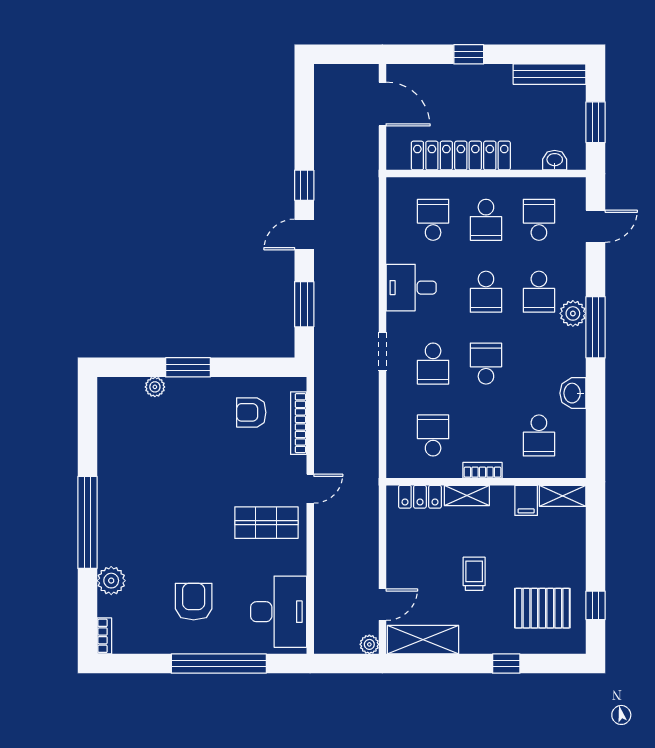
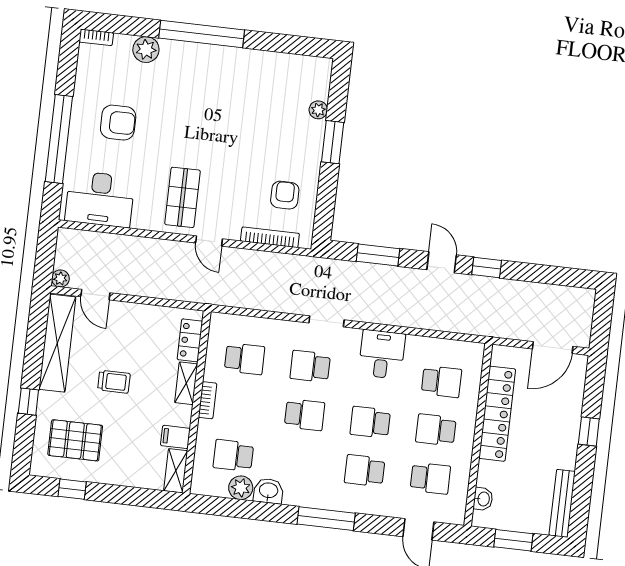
plant: (573, 313) -> (241, 488), moved
pallet: (542, 608) -> (75, 440), turned 90
shelving: (423, 640) -> (57, 343), width x1.47

